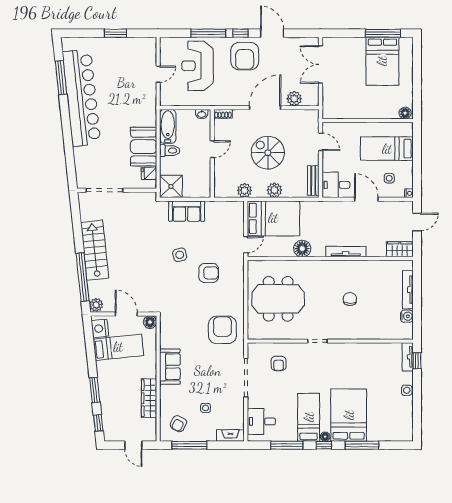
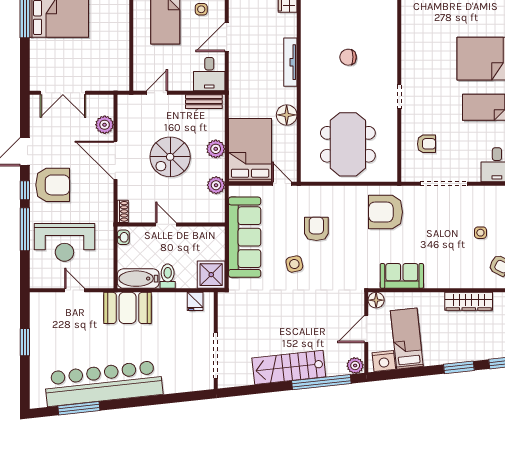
booth: (144, 147) -> (127, 308), moved
sofa: (187, 211) -> (245, 237), width x1.85, depth x1.27
sofa: (170, 367) -> (402, 276), moved

